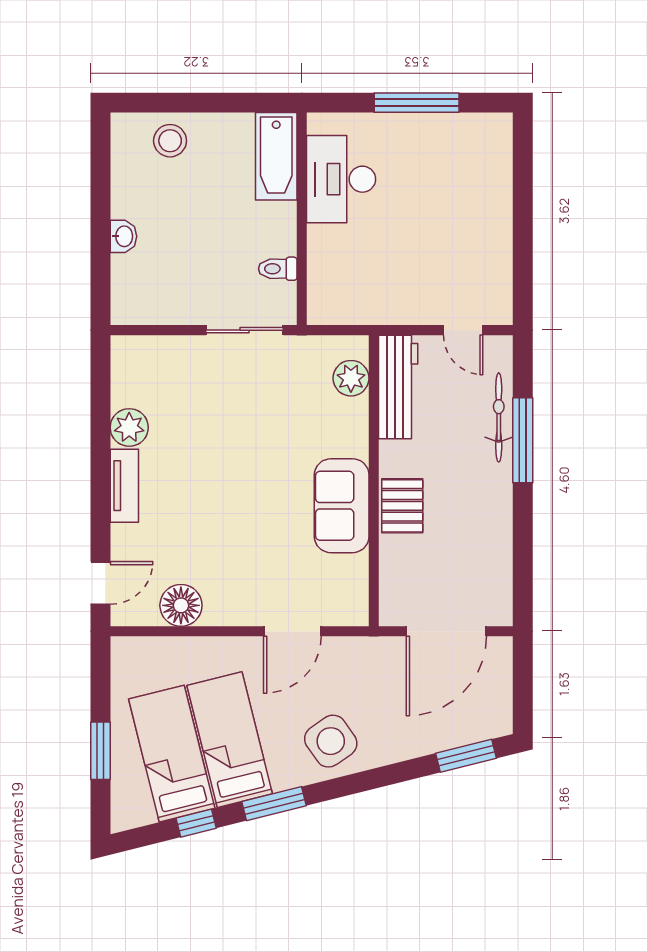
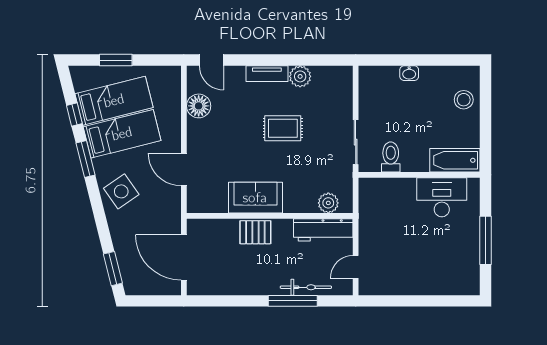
toilet: (278, 269) -> (391, 157), width x1.37, depth x1.39
rug: (220, 458) -> (283, 128), added

